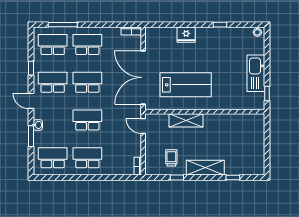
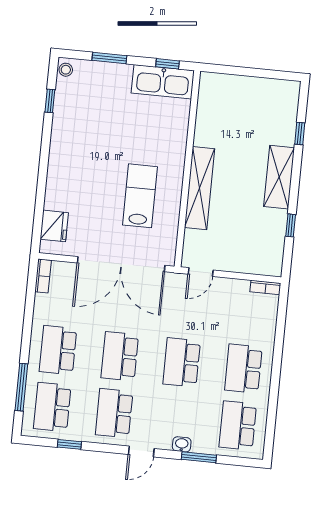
window: (220, 25) -> (50, 101), moved
fridge: (186, 35) -> (54, 226), moved
window: (267, 58) -> (109, 58), added
window: (31, 68) -> (69, 444), moved
kitchen sink: (256, 73) -> (163, 82), moved
lab bench: (186, 85) -> (140, 196), width x0.73, depth x0.72
shelving: (186, 120) -> (200, 188), width x1.47
trolley: (171, 158) -> (257, 231), removed

